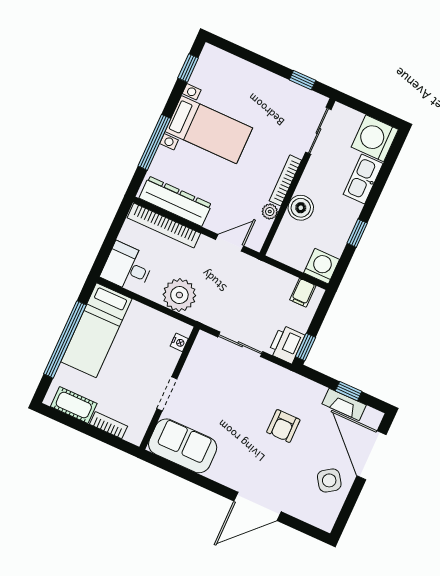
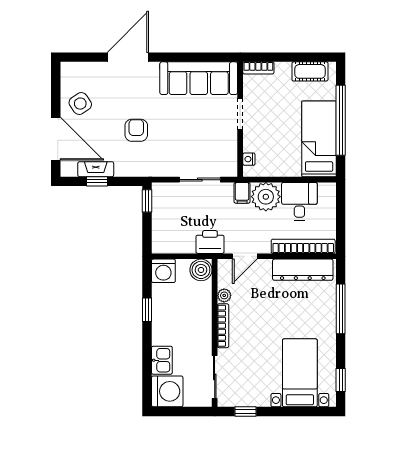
bed with nightstands: (209, 130) -> (300, 373), moved, turned 90
kitchen sink: (363, 179) -> (162, 360), width x0.73
boiler: (301, 208) -> (201, 270), moved
desk: (127, 267) -> (299, 201), moved, turned -90
filing cabinet: (303, 293) -> (242, 193), moved, turned 180
printer: (287, 344) -> (210, 242), moved, turned -90
bookcase: (108, 425) -> (258, 68), moved
sofa: (183, 446) -> (199, 78), width x1.36

